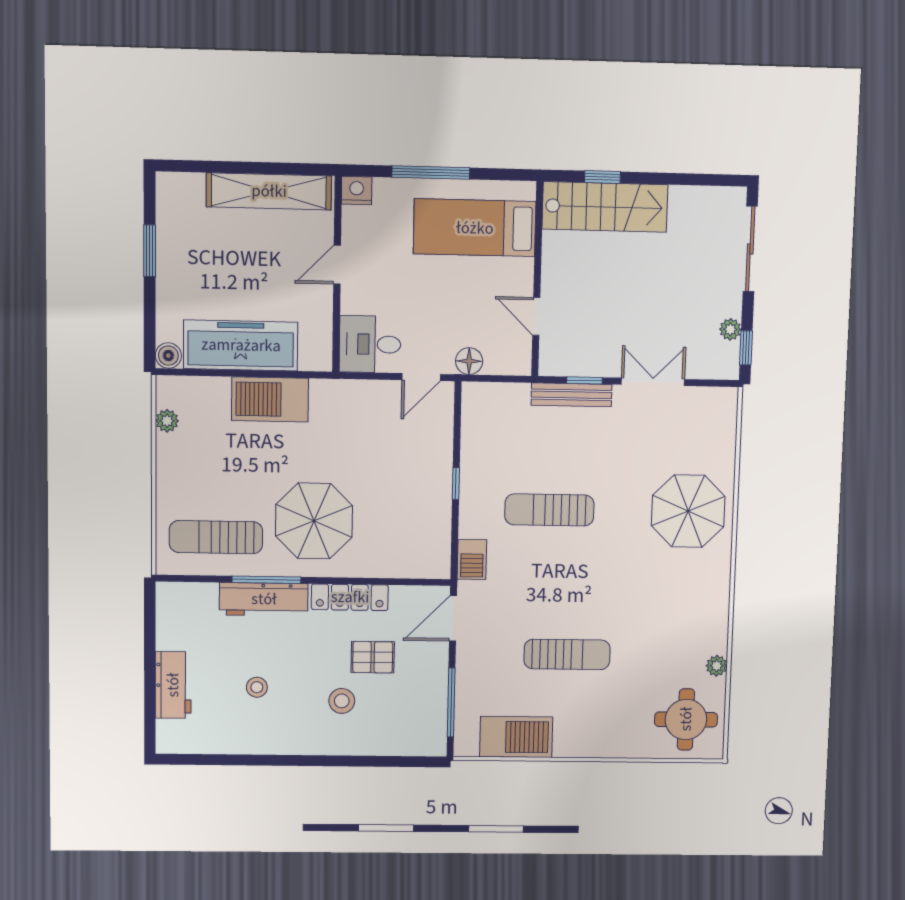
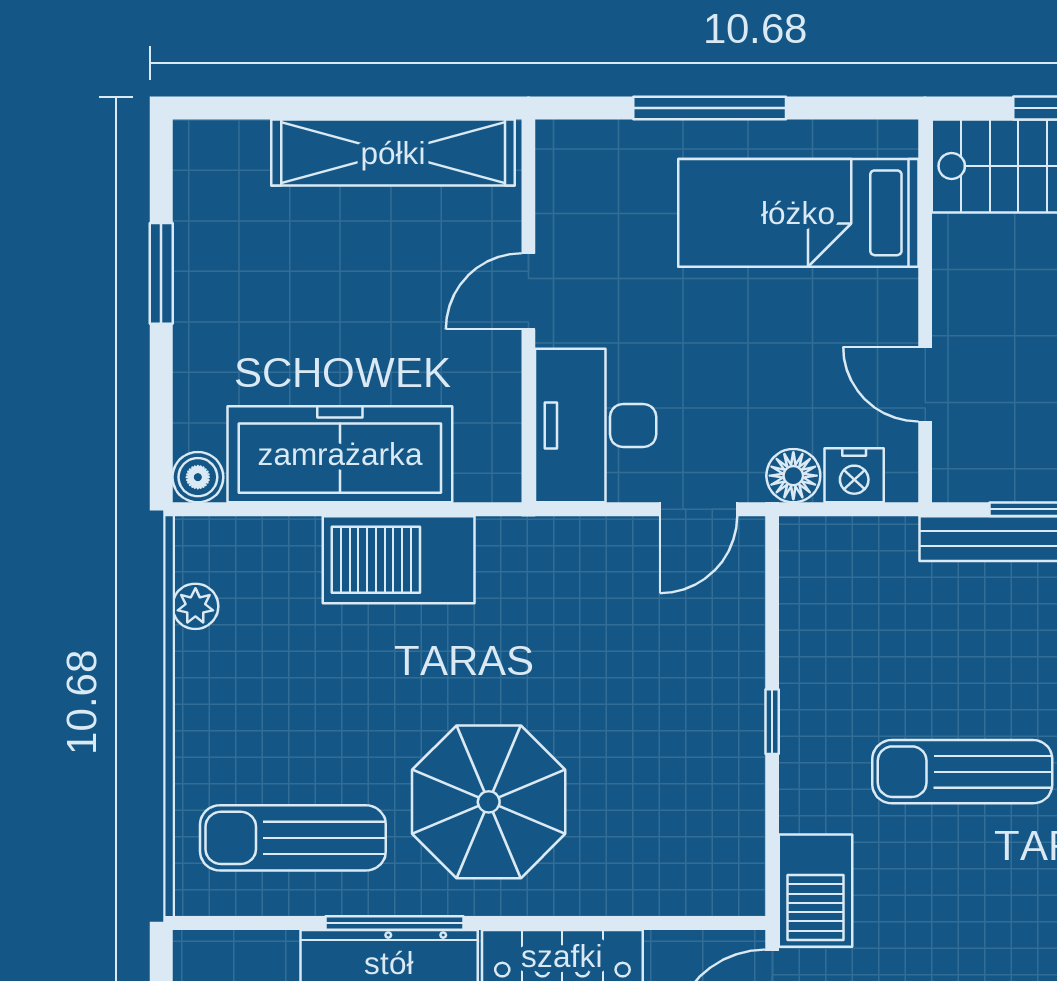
nightstand: (357, 190) -> (854, 475), moved, turned 180
desk: (370, 344) -> (596, 426), width x1.37
barbecue: (472, 559) -> (816, 891), width x1.38, depth x1.27

